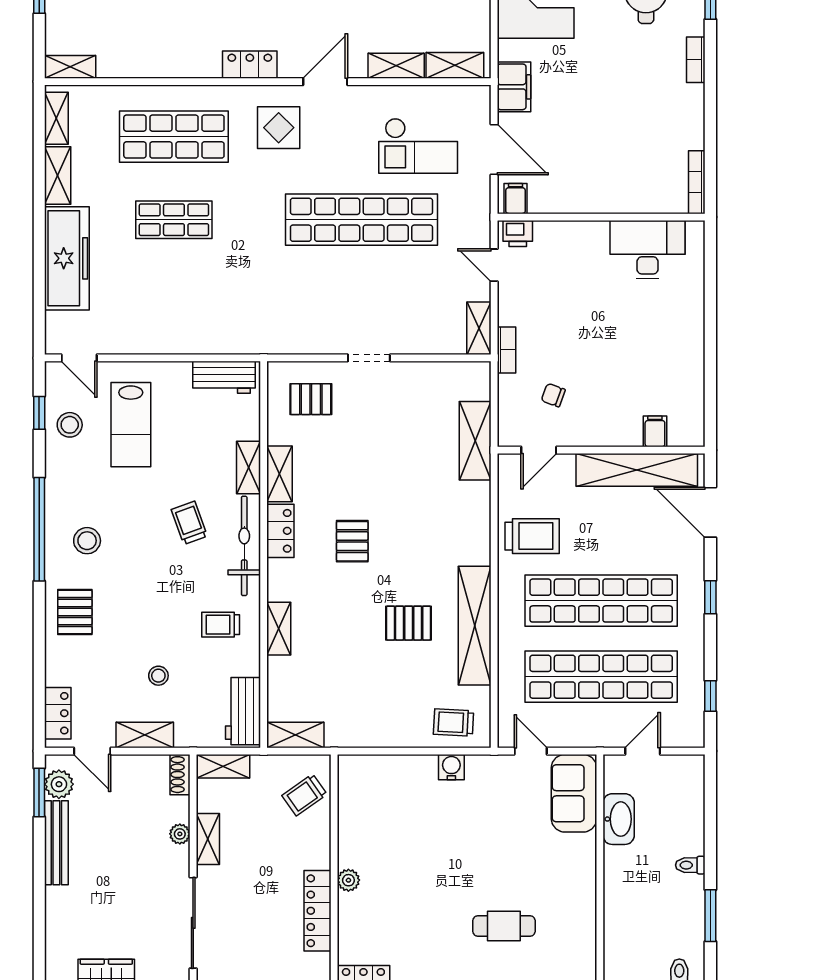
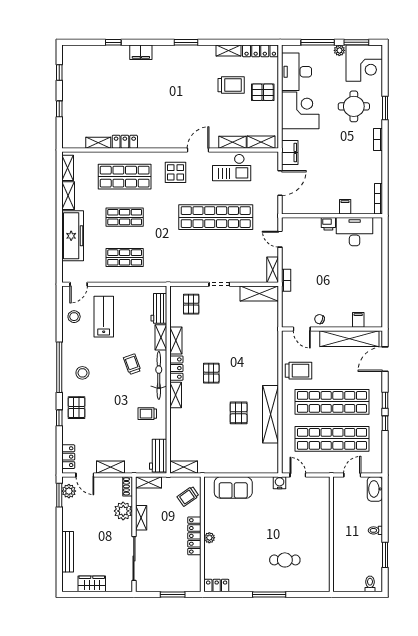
locker: (250, 65) -> (125, 142), moved
shelving: (70, 67) -> (98, 143), moved
checkout: (418, 146) -> (232, 168), moved
door: (494, 150) -> (280, 183), hinge flipped
filing cabinet: (516, 199) -> (345, 207), moved
printer: (518, 233) -> (328, 224), moved
shop shelf: (174, 303) -> (125, 257), added
door: (79, 358) -> (79, 284), hinge flipped
workbench: (224, 377) -> (159, 308), moved, turned 90
chair: (553, 395) -> (319, 319), moved
pallet: (311, 399) -> (191, 304), turned 90
window: (39, 413) -> (59, 418), moved
lab bench: (131, 425) -> (104, 317), turned 180
shelving: (475, 441) -> (259, 293), moved, turned 90
door: (539, 450) -> (302, 329), hinge flipped
door: (710, 512) -> (385, 359), hinge flipped
pallet: (409, 623) -> (239, 413), turned 90
shelving: (279, 629) -> (176, 395), moved
stool: (158, 676) -> (117, 438), removed
window: (710, 696) -> (385, 423), moved
trolley: (453, 722) -> (260, 461), removed
water cooler: (451, 767) -> (280, 483), moved
sofa: (574, 793) -> (233, 488), moved, turned -90
washbasin: (619, 819) -> (375, 489), moved, turned 180
plant: (180, 834) -> (123, 511), width x1.87, depth x1.87
bench: (56, 843) -> (68, 552), moved
locker: (317, 911) -> (194, 536), moved

